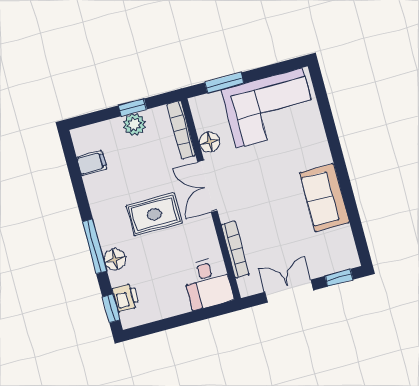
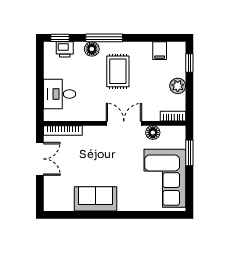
window: (133, 107) -> (189, 63), moved
bookcase: (181, 130) -> (173, 116), width x0.64
rug: (154, 214) -> (118, 71), moved
bookcase: (235, 250) -> (63, 131), moved
window: (339, 278) -> (40, 194), removed
desk: (208, 283) -> (60, 94), moved

